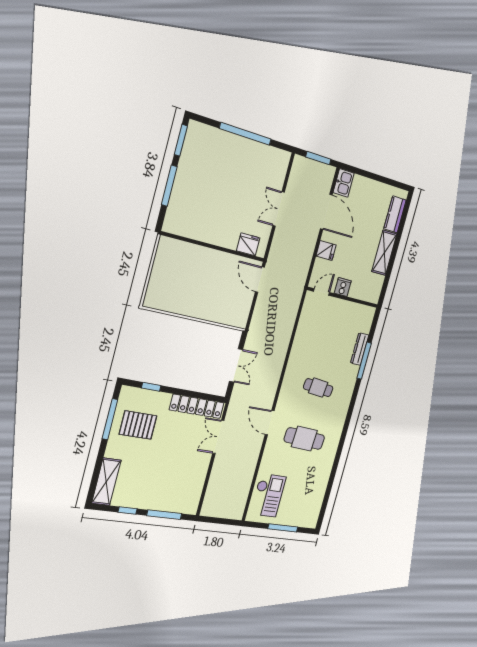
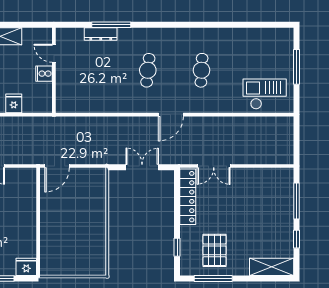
fridge: (248, 244) -> (26, 267), moved, turned 90
door: (322, 292) -> (54, 53), moved
door: (270, 423) -> (171, 115), moved
cafe table: (304, 439) -> (201, 70), width x0.73, depth x0.74

